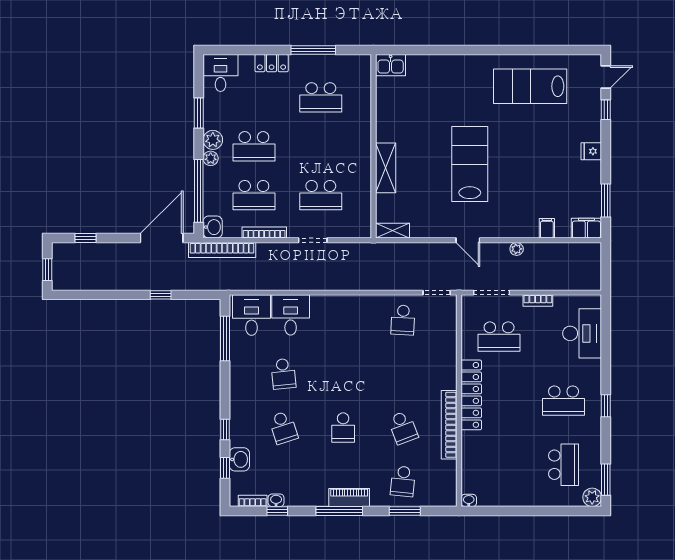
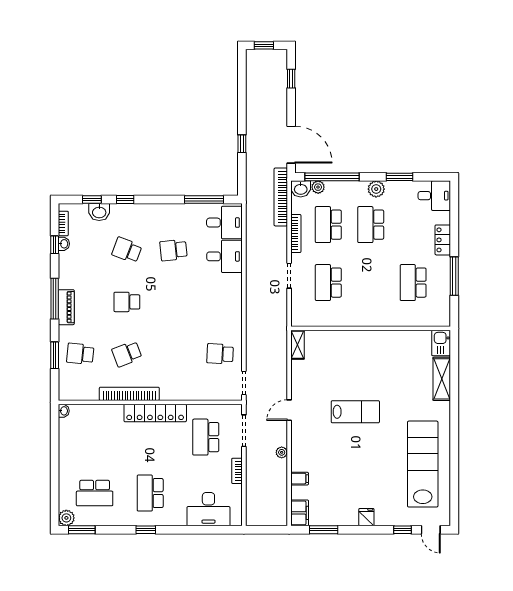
lab bench: (530, 86) -> (423, 464), width x1.36
plant: (211, 158) -> (318, 187), moved
lab bench: (470, 164) -> (355, 412), width x0.73, depth x0.72
shelving: (386, 168) -> (442, 379), moved, turned 90
school desk: (283, 428) -> (127, 250), turned 39

